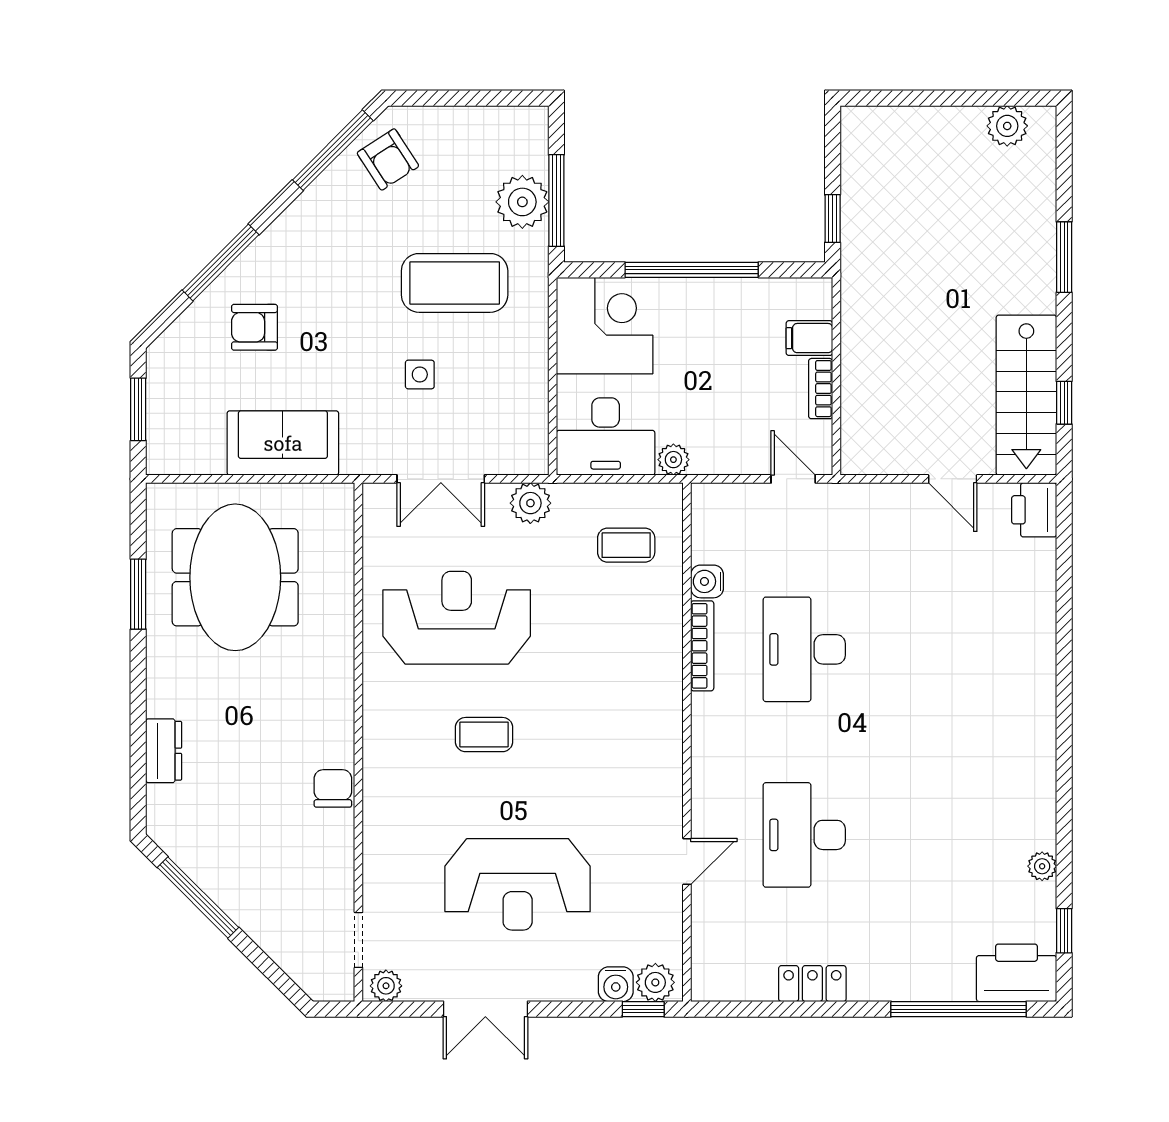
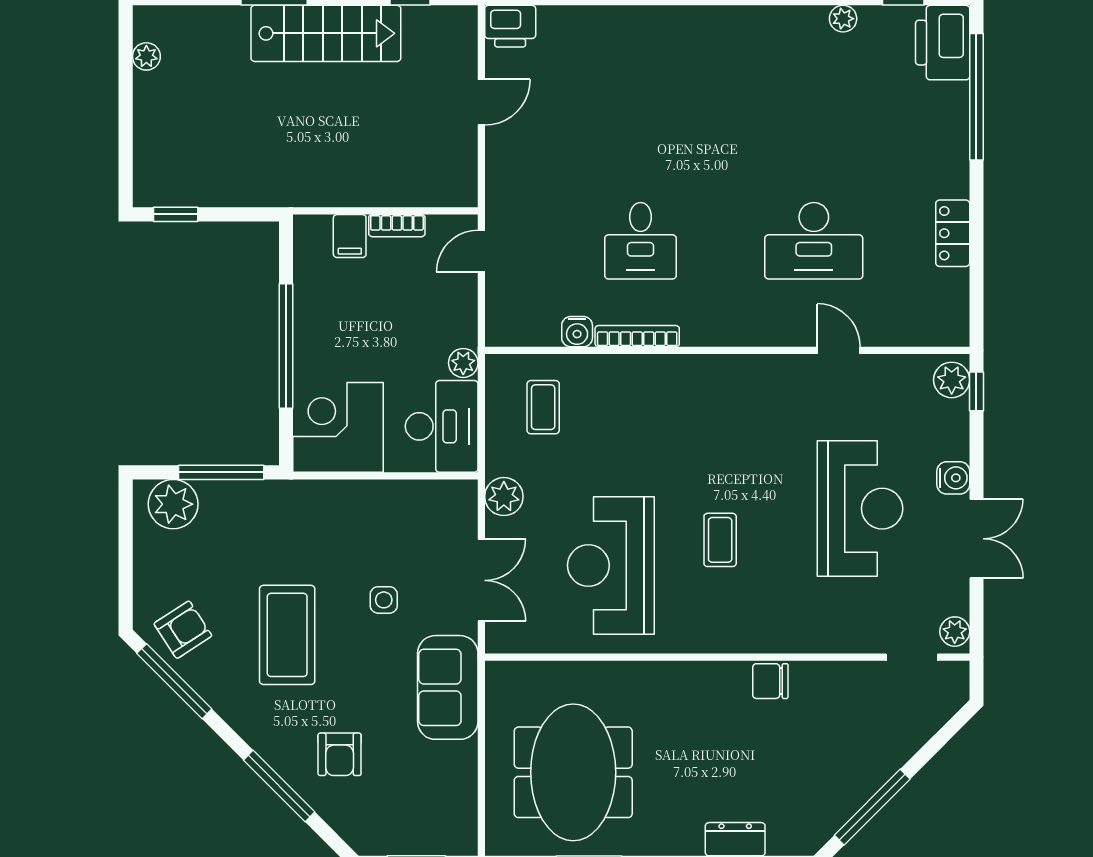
plant: (1007, 126) -> (146, 56), width x0.73, depth x0.73
plant: (522, 202) -> (173, 504), moved
window: (833, 219) -> (176, 214), moved
coffee table: (455, 283) -> (287, 635), moved
stairs: (1026, 395) -> (326, 33), moved
sofa: (283, 443) -> (448, 687), moved
meeting table: (235, 577) -> (573, 772), turned 90
desk: (804, 649) -> (641, 241), width x0.73
water cooler: (616, 984) -> (953, 478), moved

